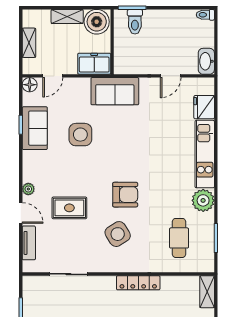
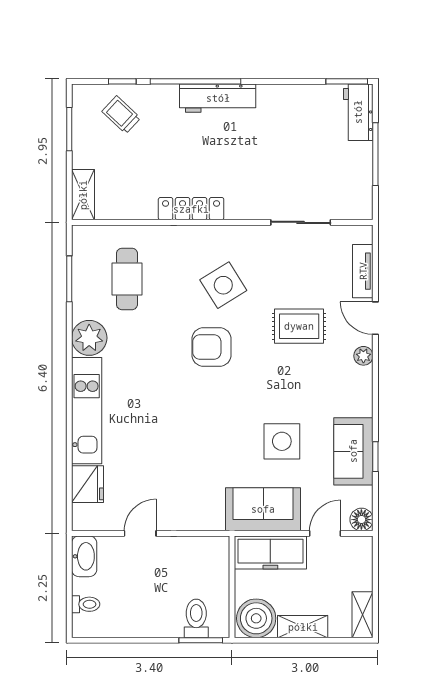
toilet: (205, 15) -> (86, 604), moved
shelving: (29, 43) -> (363, 615), moved
freezer: (94, 64) -> (270, 553), width x1.40
sofa: (115, 91) -> (263, 509), moved

